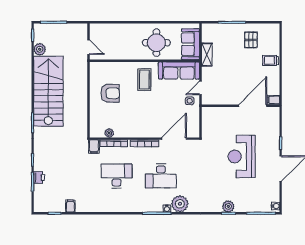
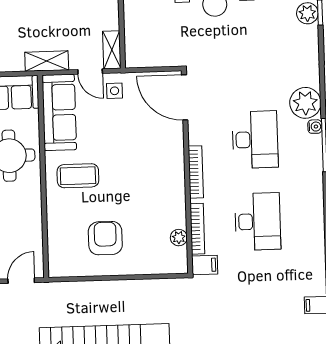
shelving: (207, 55) -> (47, 61), moved
shelving: (212, 100) -> (112, 50), added
door: (174, 139) -> (185, 97), moved
desk: (117, 176) -> (258, 222), turned 180

